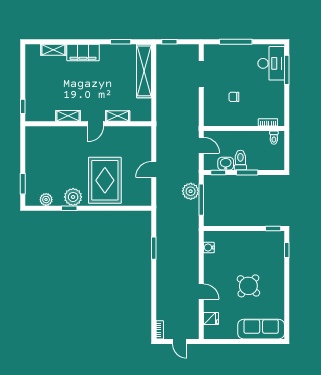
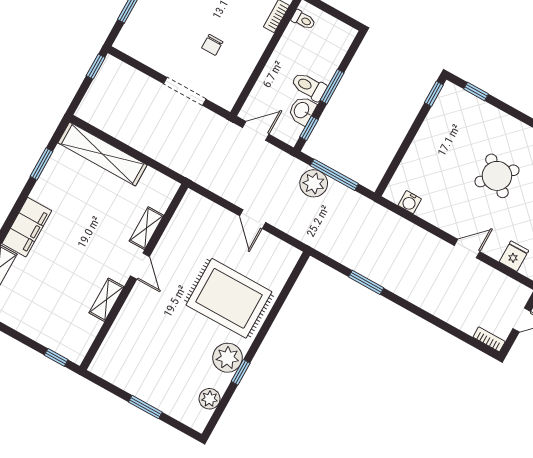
window: (169, 42) -> (96, 67), moved
doorway: (201, 74) -> (185, 91), moved
window: (23, 184) -> (145, 407), moved

